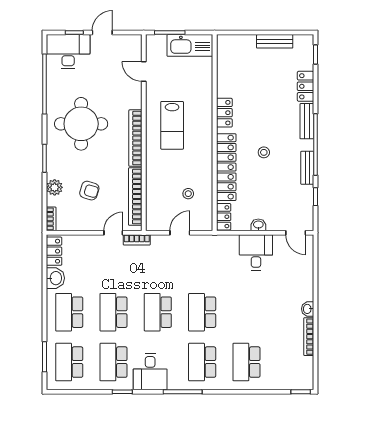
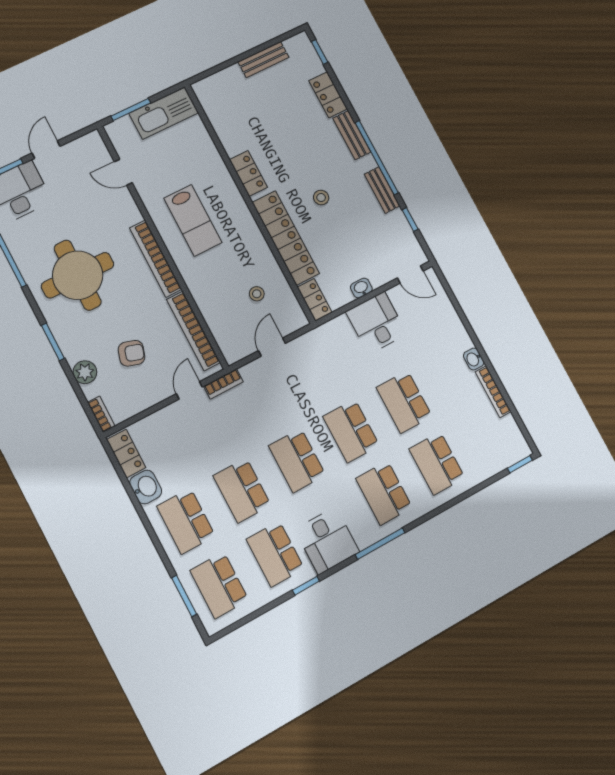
school desk: (246, 312) -> (404, 402), added

